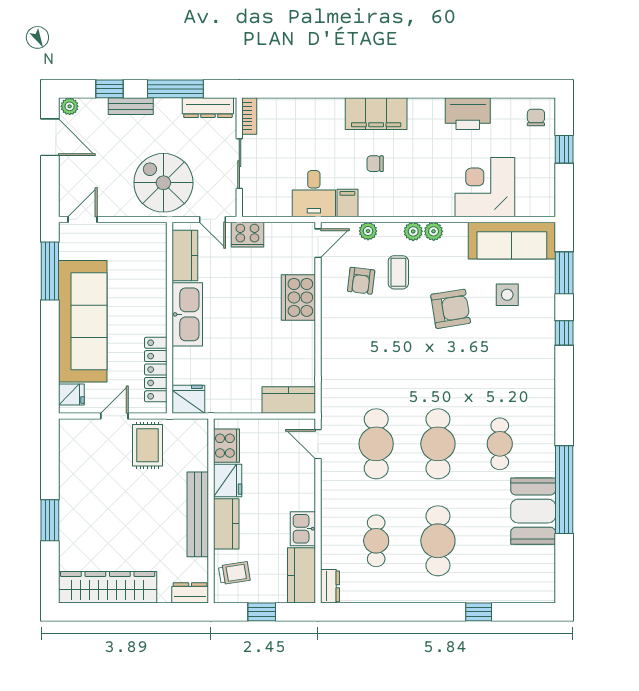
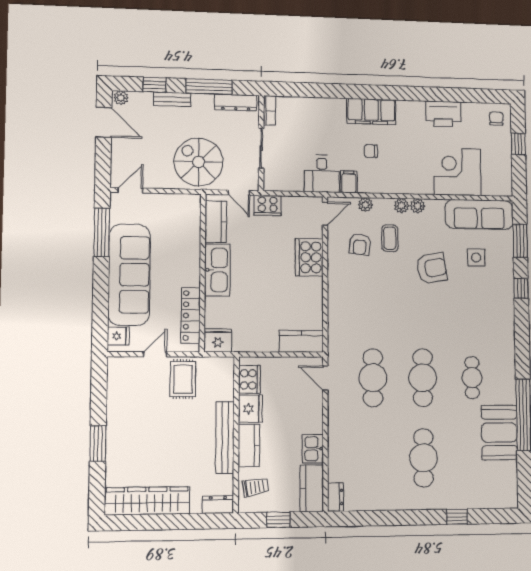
cafe table: (376, 541) -> (373, 458), removed

